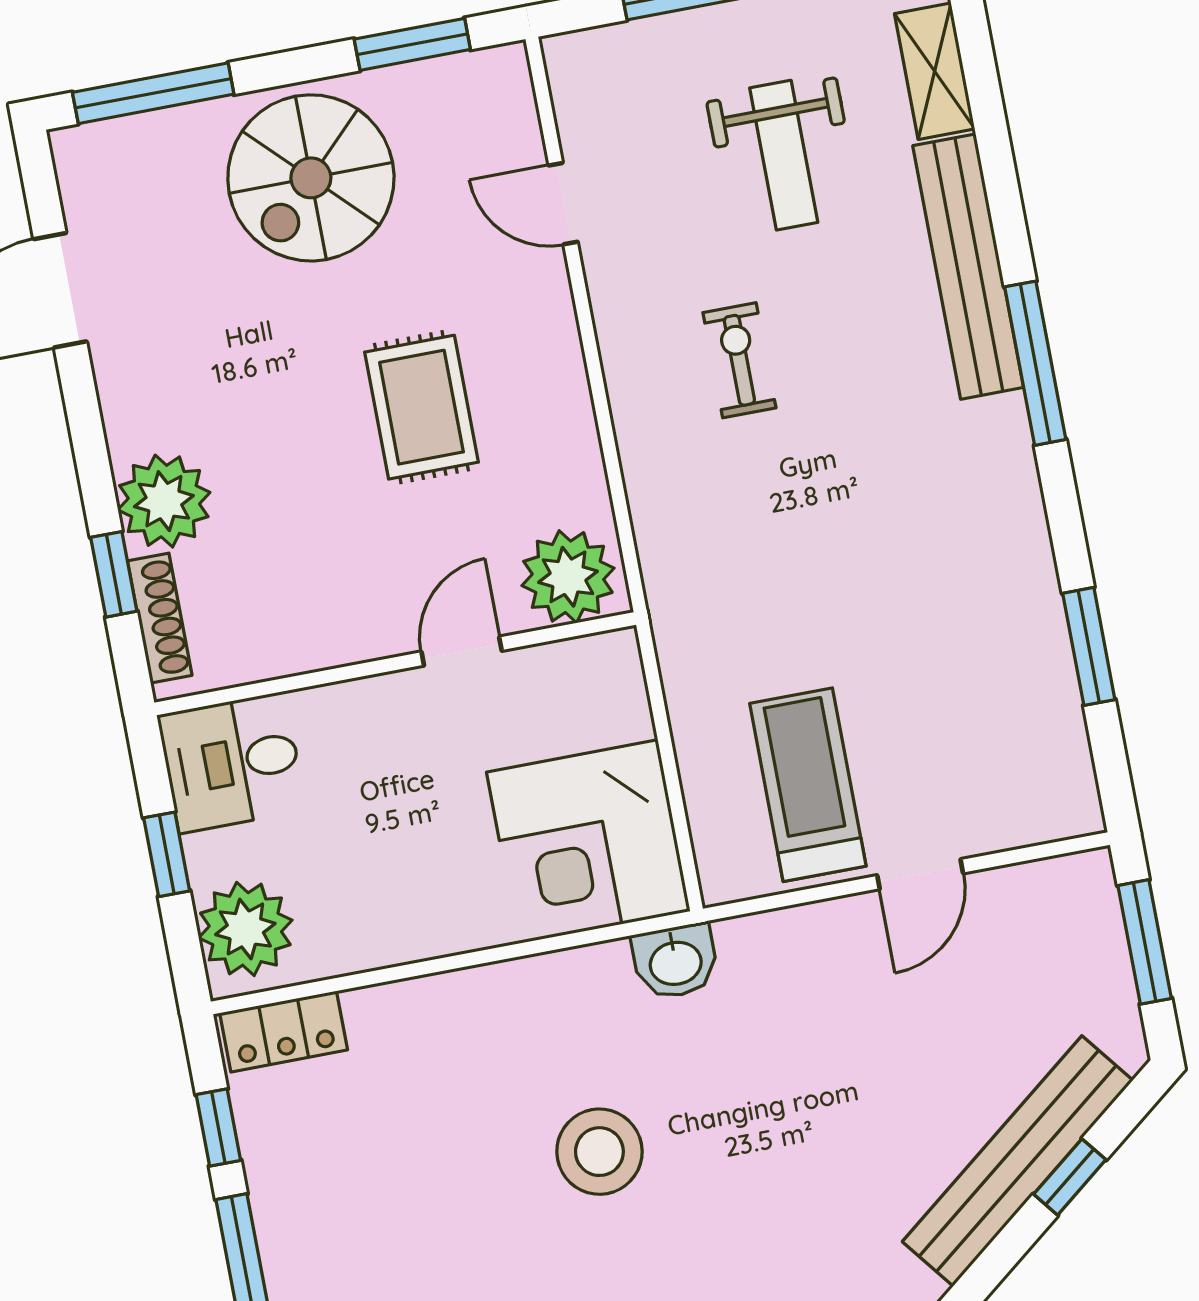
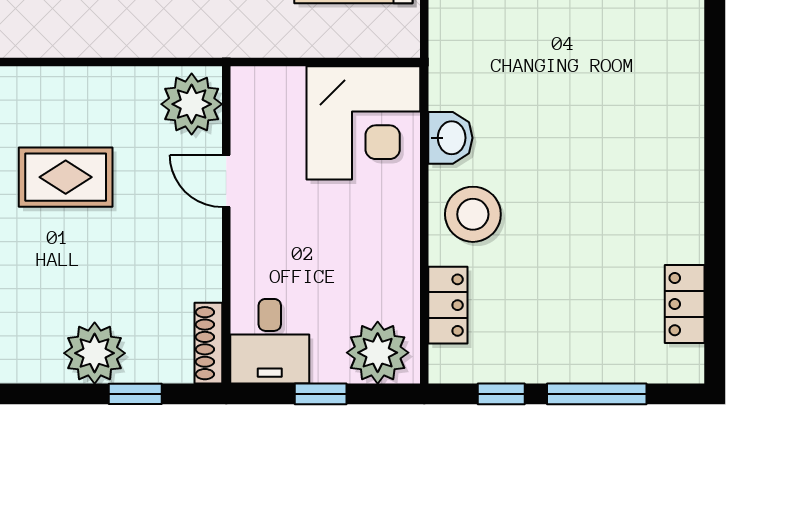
shoe rack: (160, 618) -> (208, 343), moved, turned -90
washbasin: (675, 961) -> (450, 138), moved
locker: (284, 1031) -> (448, 305), moved
stool: (599, 1152) -> (473, 214), moved

